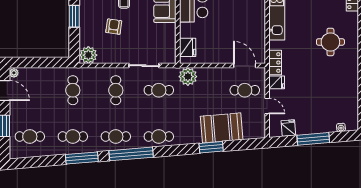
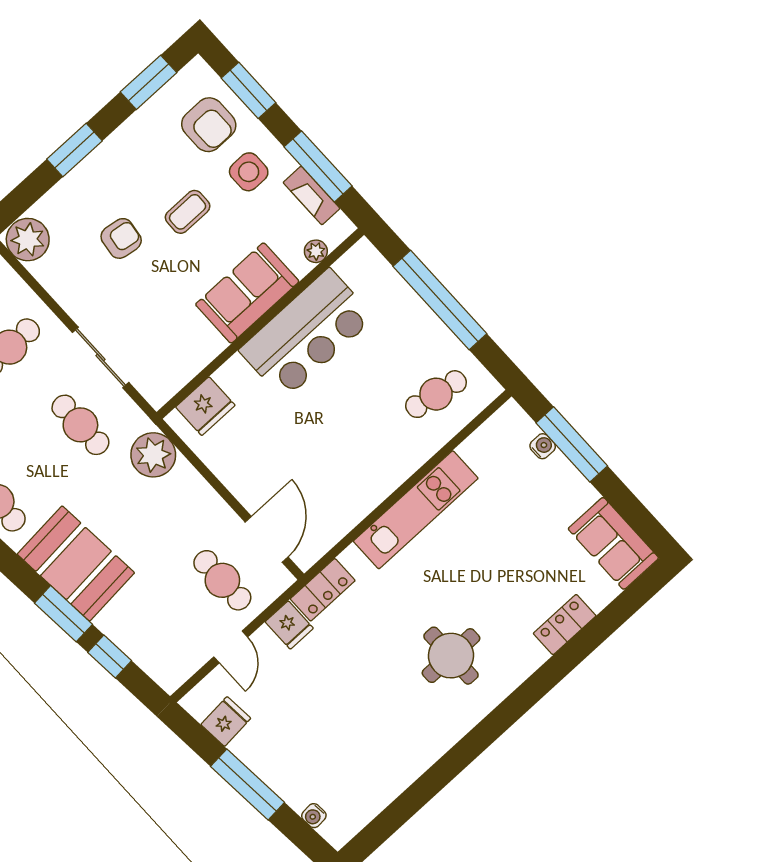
booth: (222, 128) -> (76, 563), moved
window: (237, 145) -> (110, 657), added

